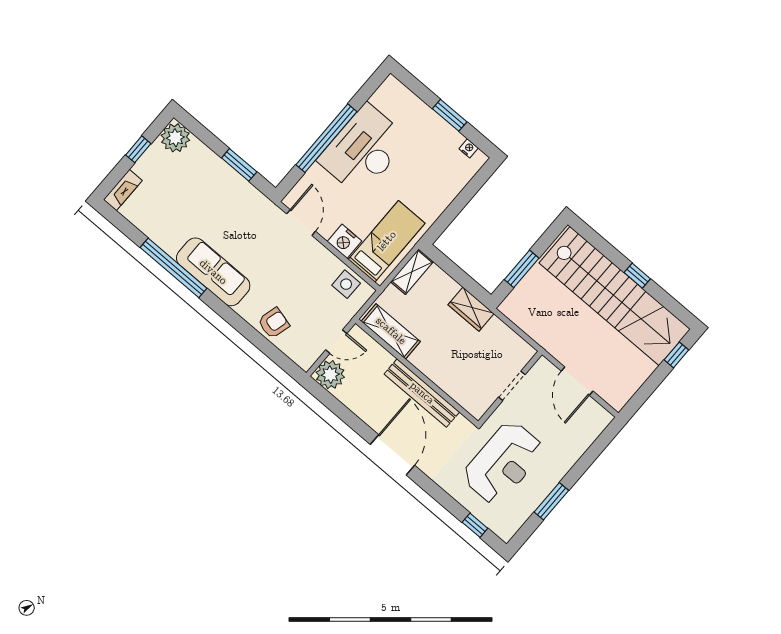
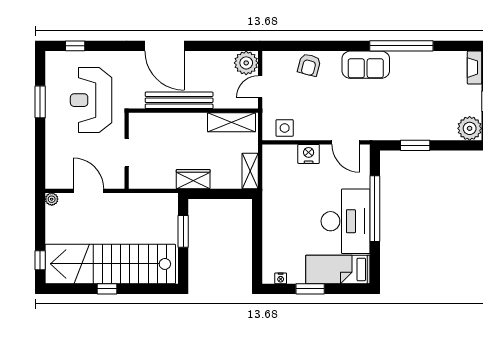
bed: (387, 241) -> (338, 269), moved, turned 90
sofa: (213, 272) -> (366, 65), width x0.73
plant: (618, 402) -> (52, 199), added

